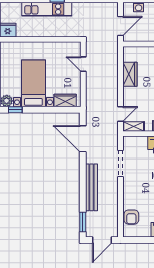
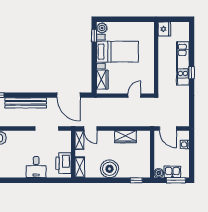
door: (83, 139) -> (69, 95), swing flipped

